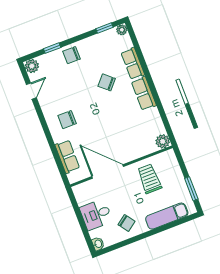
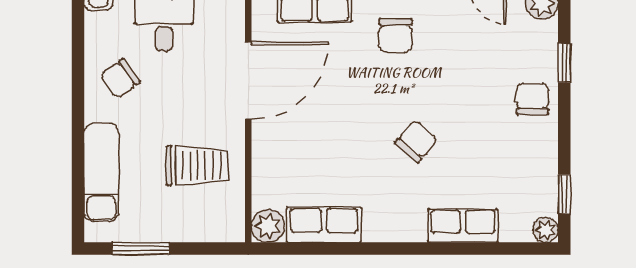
chair: (107, 82) -> (416, 141), moved
row of seats: (144, 94) -> (324, 225), moved
chair: (67, 120) -> (396, 35), turned 180

